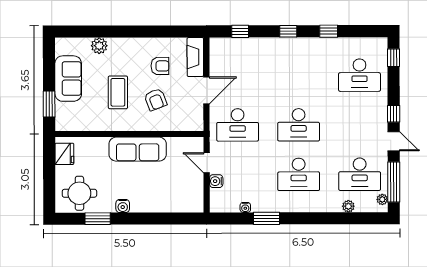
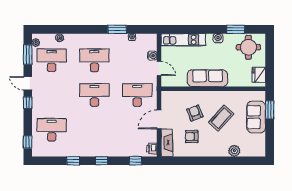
printer: (217, 48) -> (152, 149), added
sofa: (68, 79) -> (256, 117), moved
coffee table: (118, 92) -> (221, 118), turned 42
window: (394, 182) -> (28, 55), width x0.69
kitchen unit: (172, 204) -> (183, 40), added

